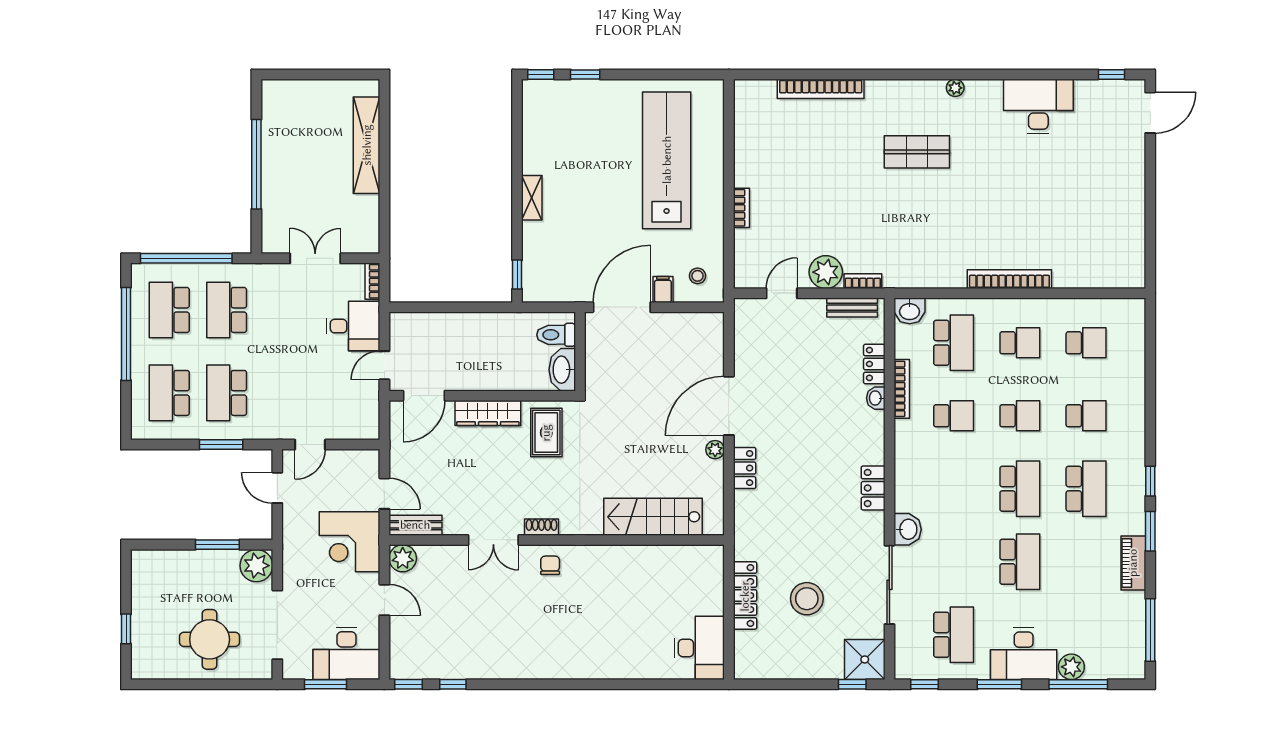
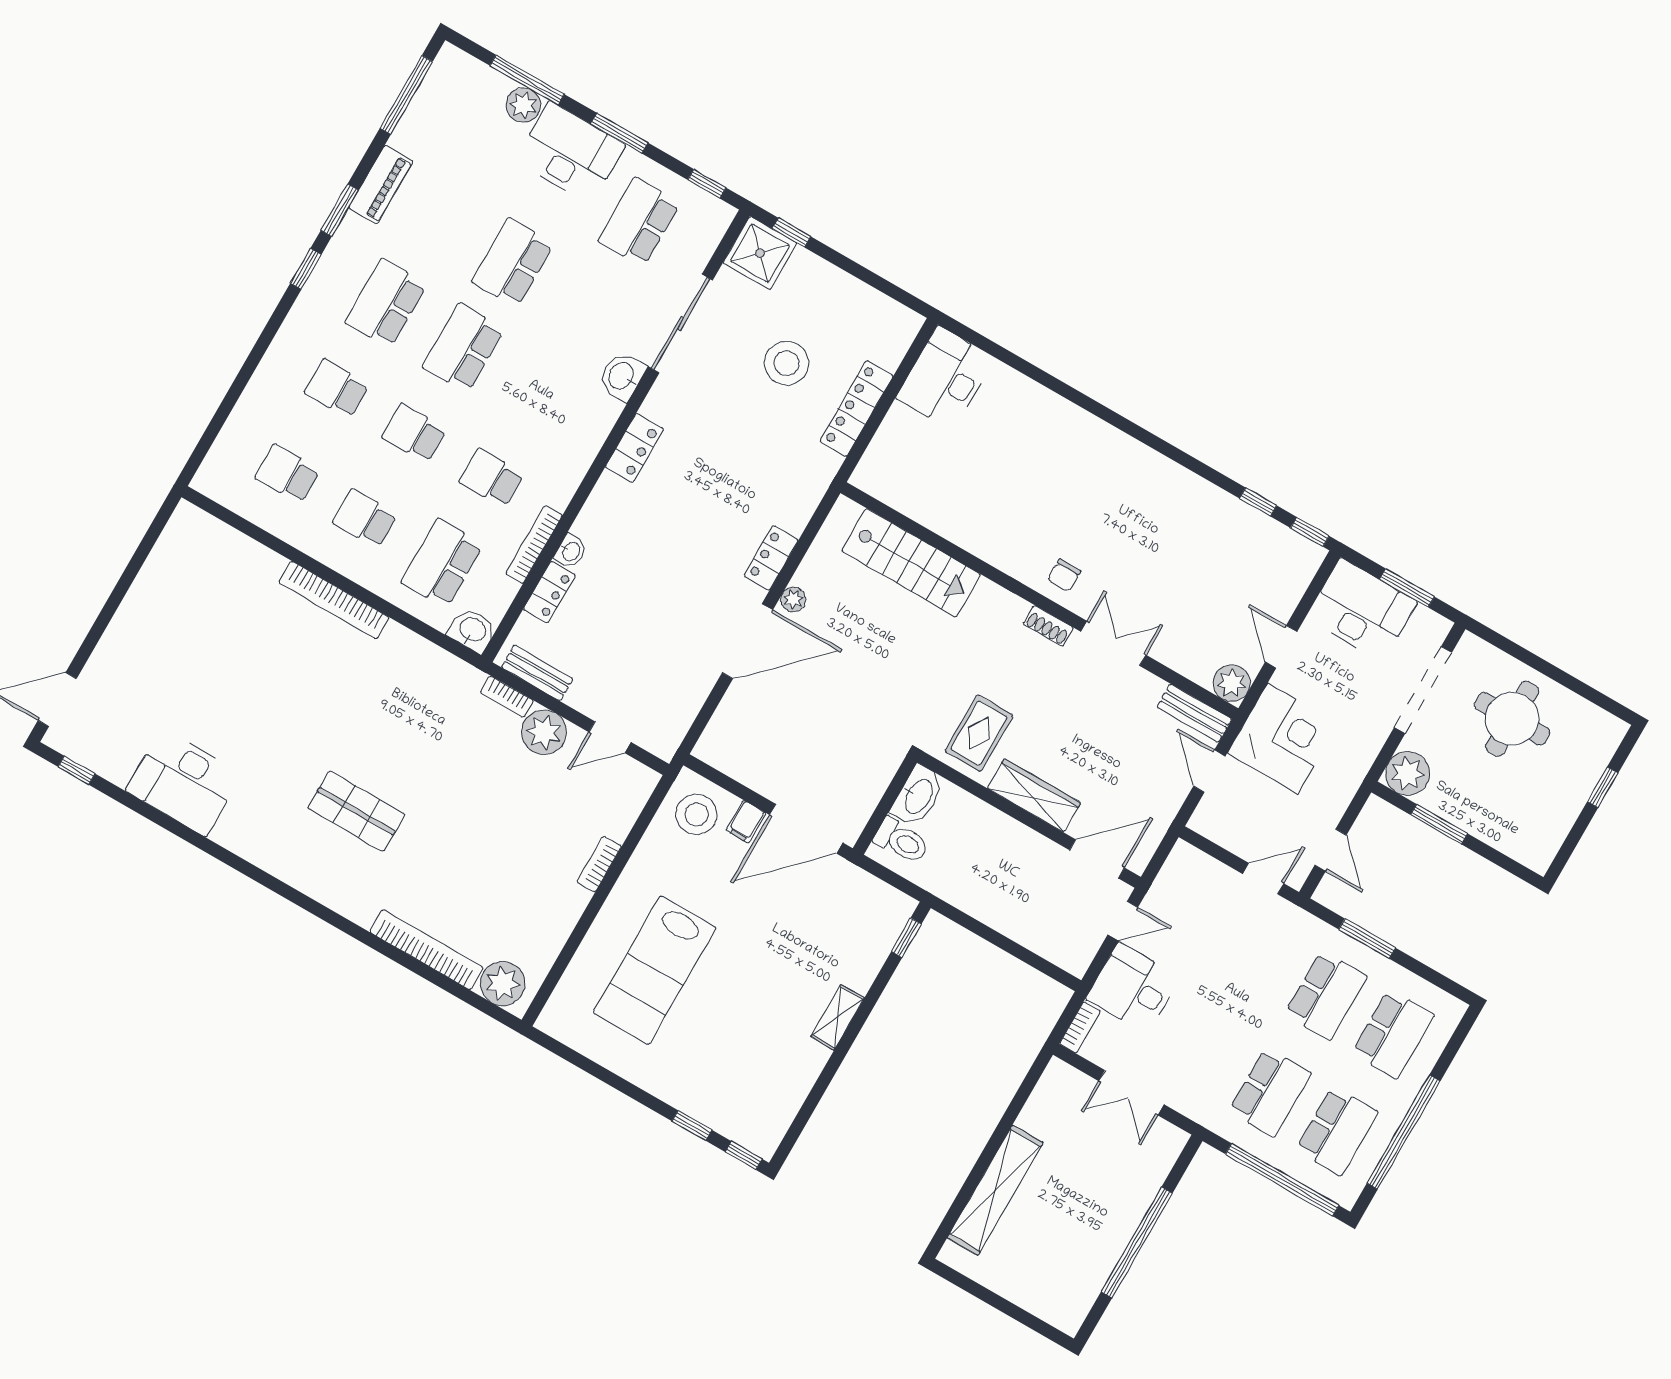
plant: (955, 88) -> (503, 983), moved, width x1.88, depth x1.88
lab bench: (667, 160) -> (655, 970), width x0.73
stool: (698, 276) -> (696, 814), width x1.89, depth x1.89

